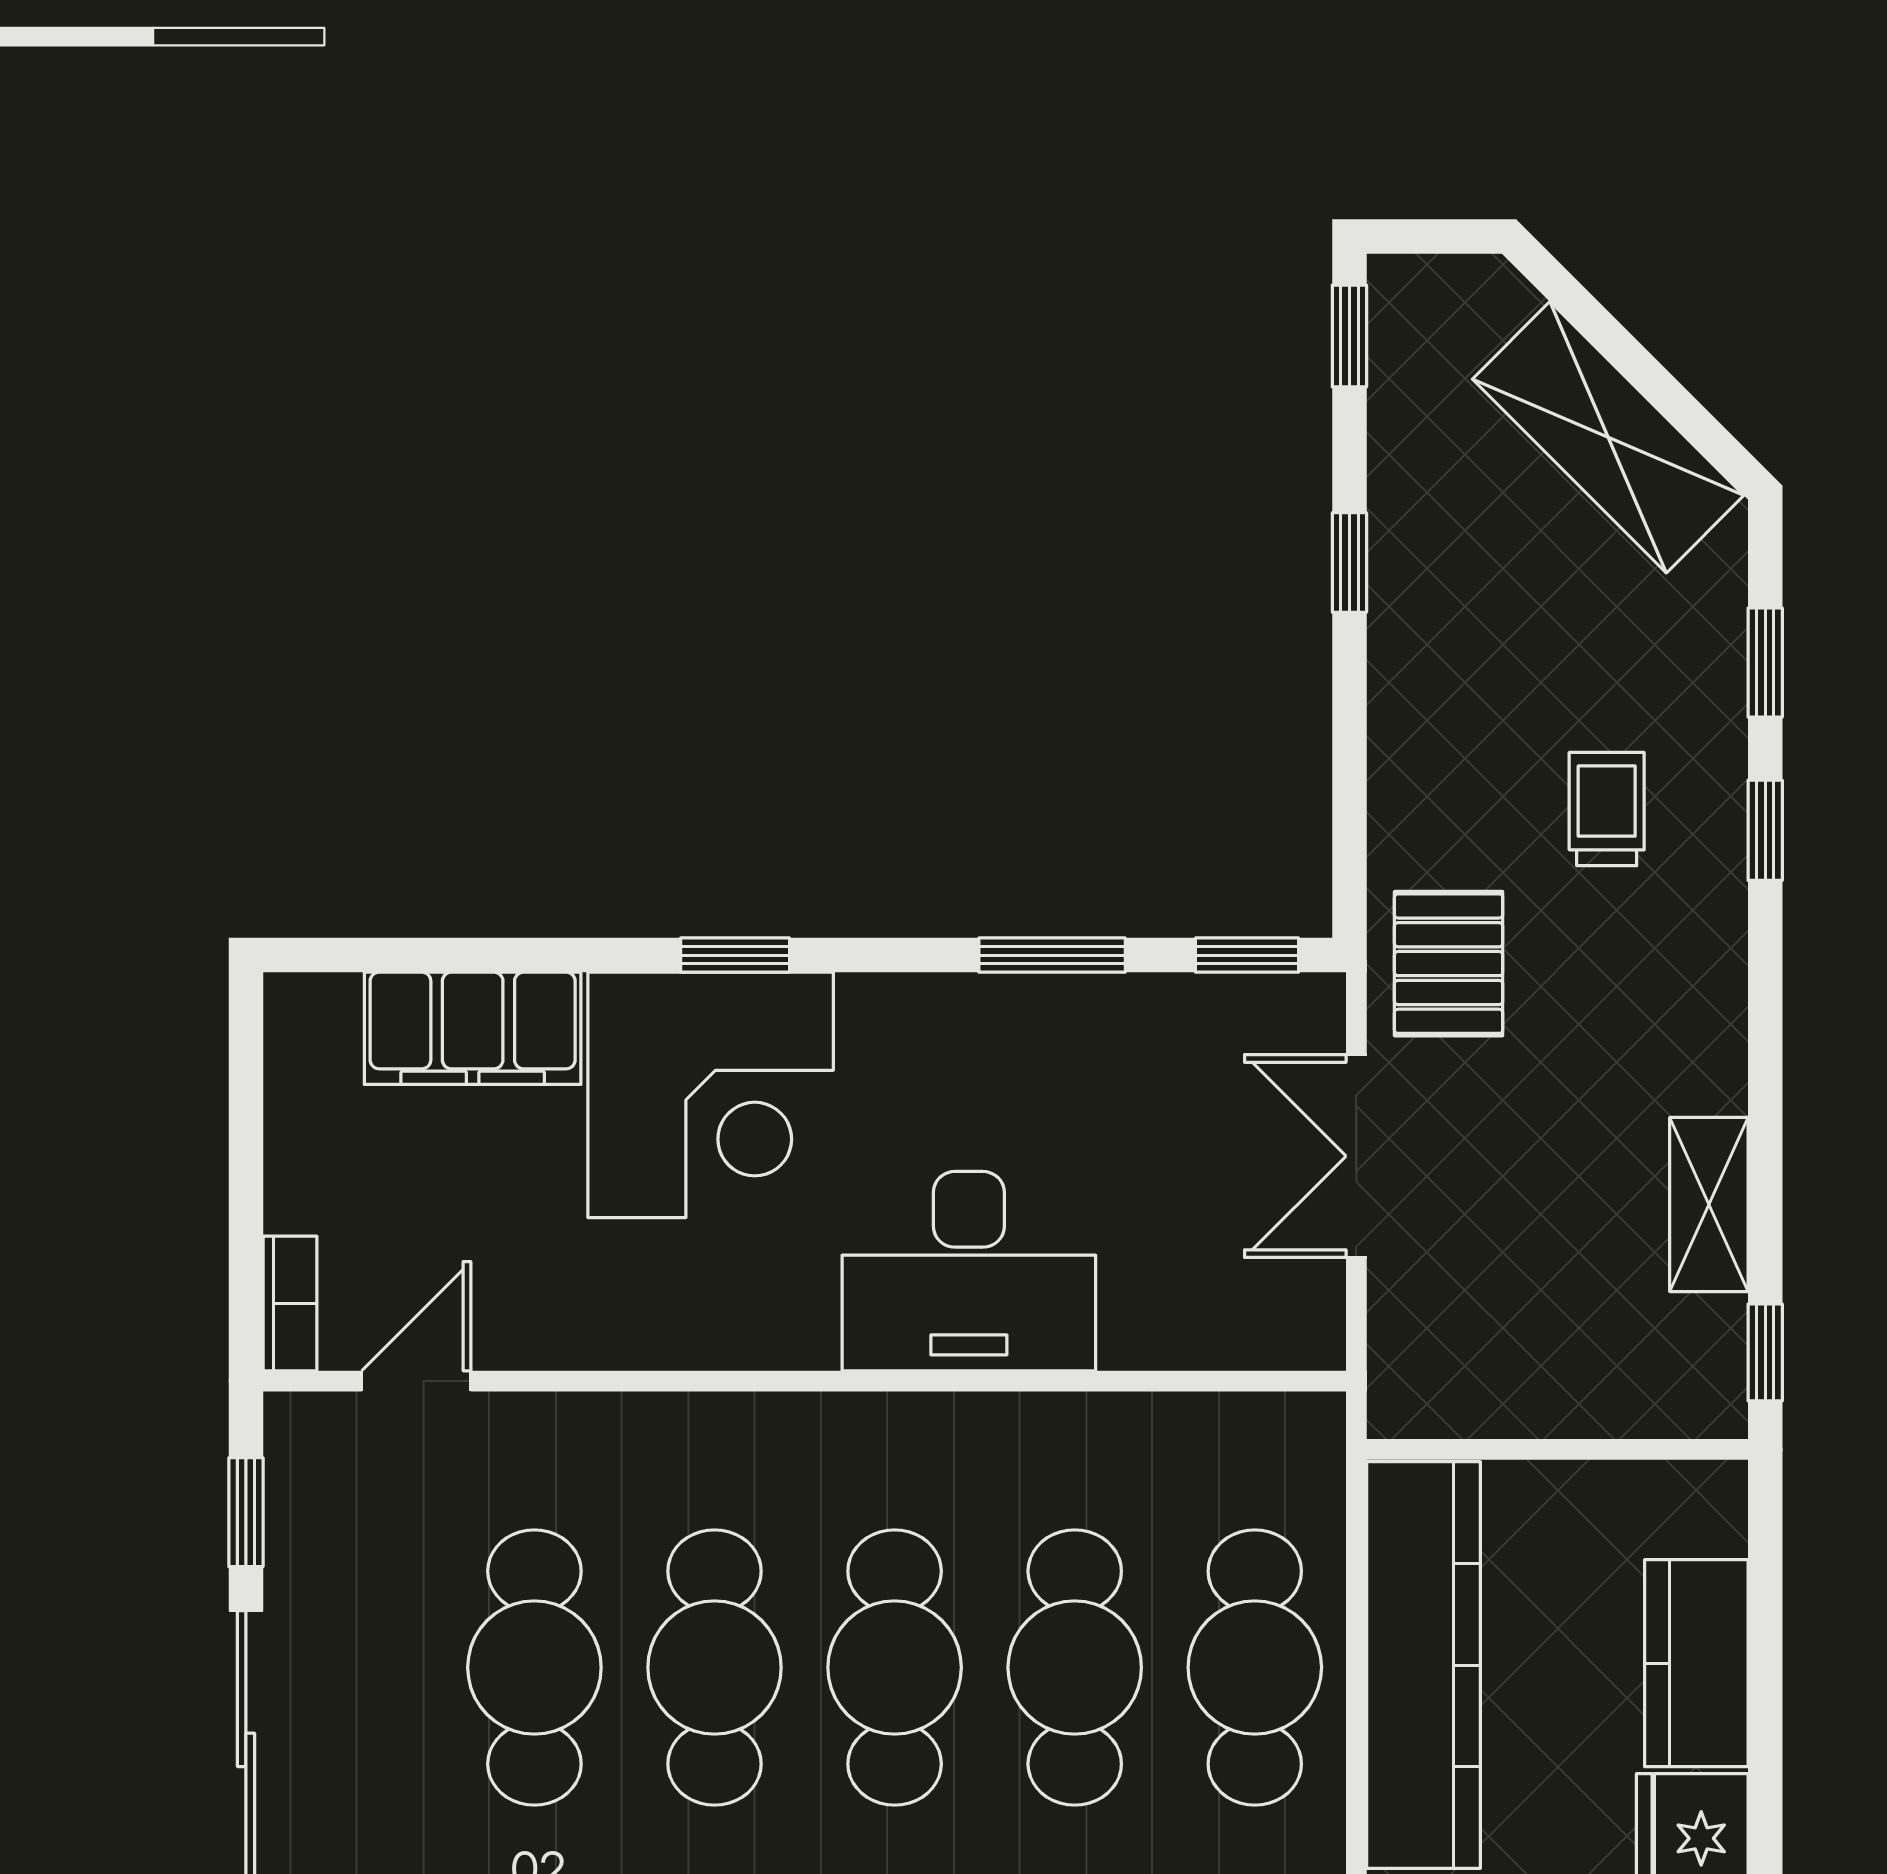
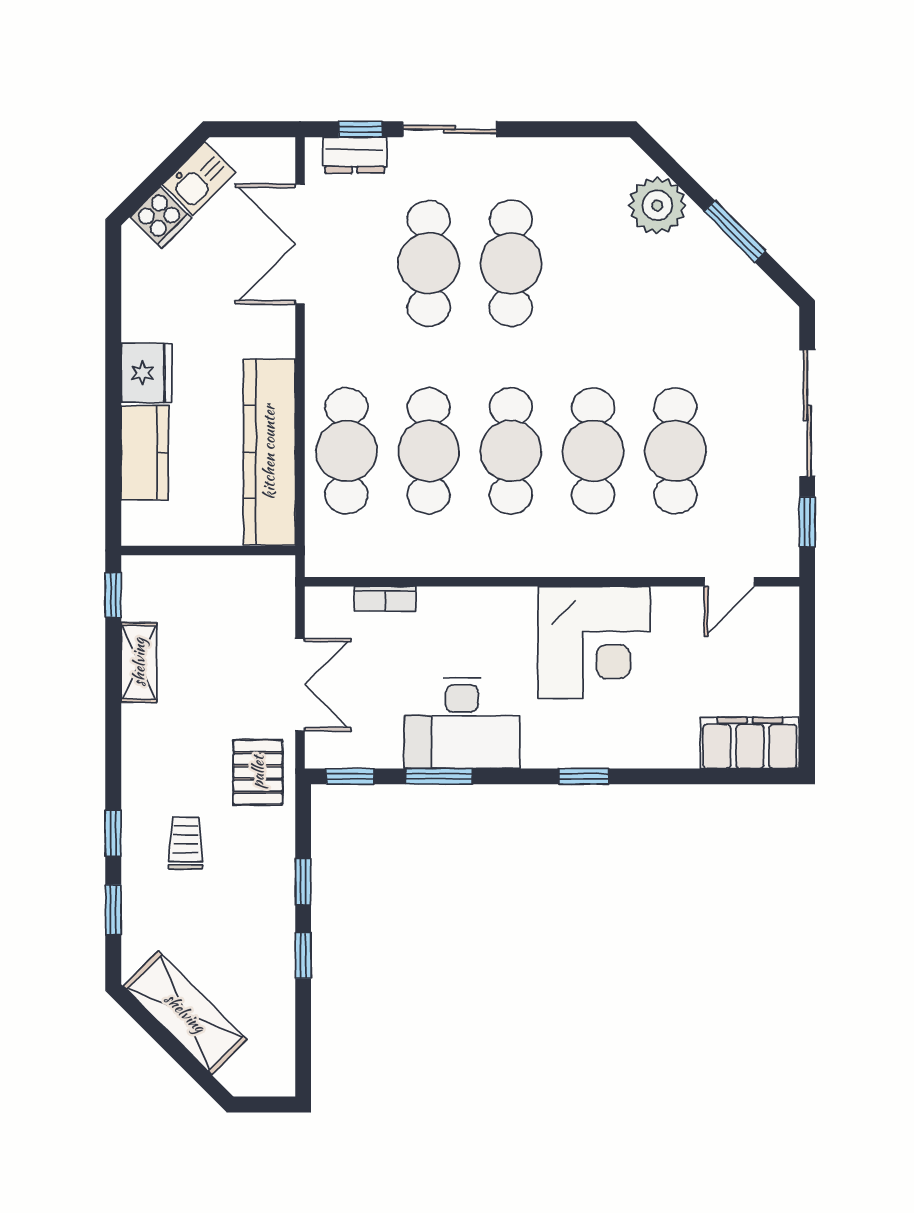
window: (1349, 336) -> (303, 882), moved
trolley: (1607, 809) -> (186, 843), turned 180
filing cabinet: (473, 1028) -> (750, 743), moved
corner desk: (711, 1095) -> (594, 642), moved, turned 180
desk: (969, 1271) -> (462, 723), moved, turned 180
bookcase: (290, 1303) -> (385, 599), moved, turned -90

